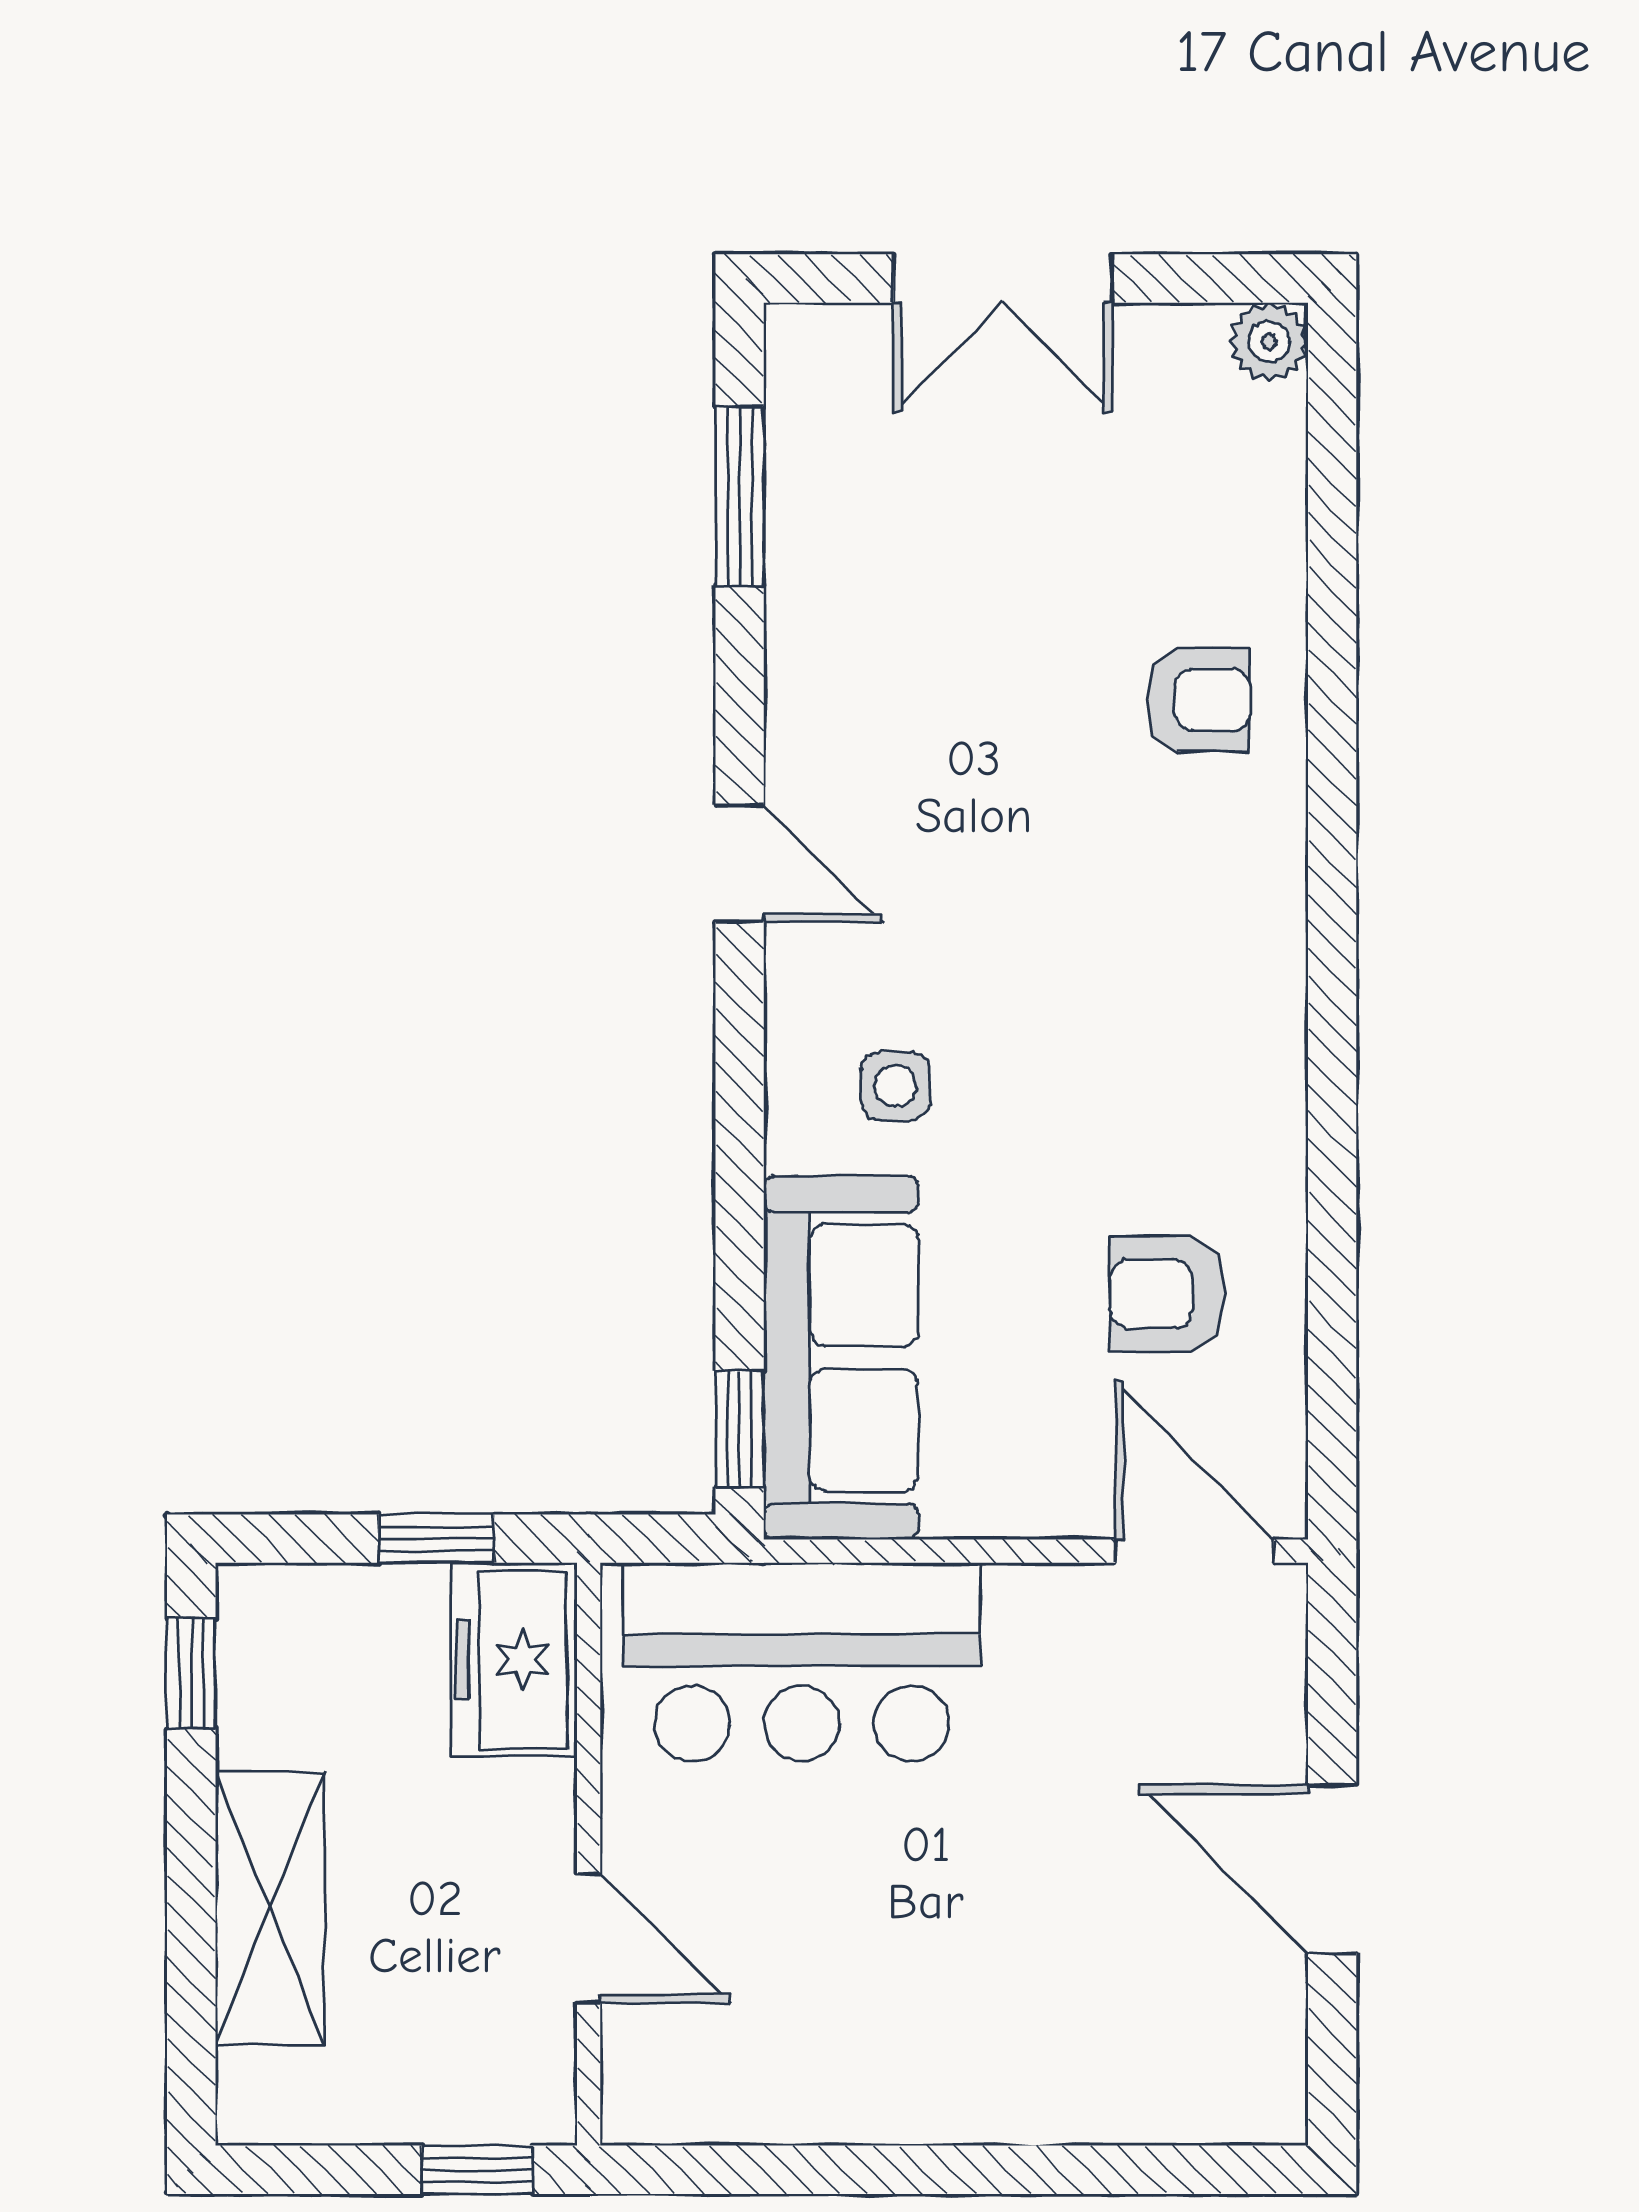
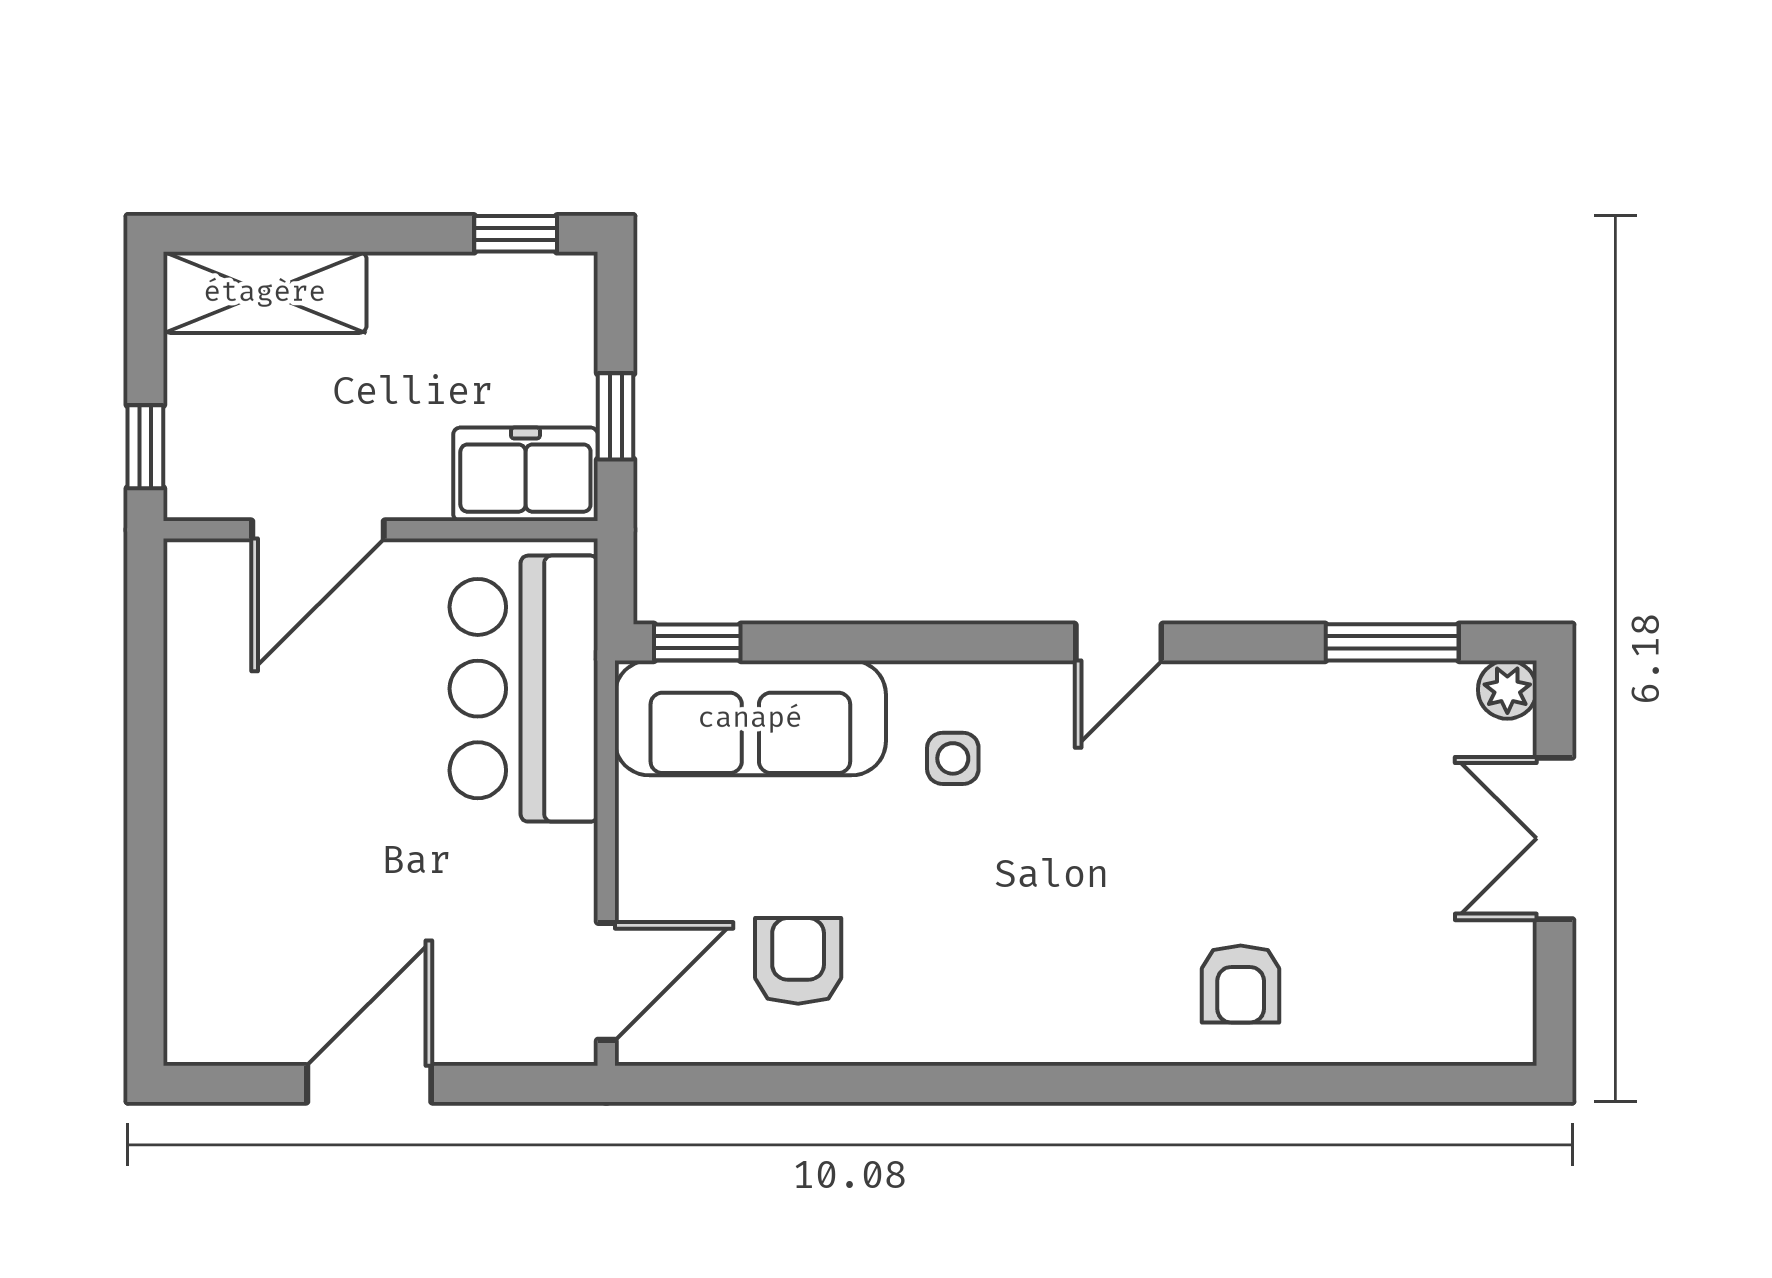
plant: (1269, 342) -> (1507, 690), moved
shelving: (270, 1908) -> (265, 292), moved
door: (589, 1938) -> (318, 530), width x1.38

